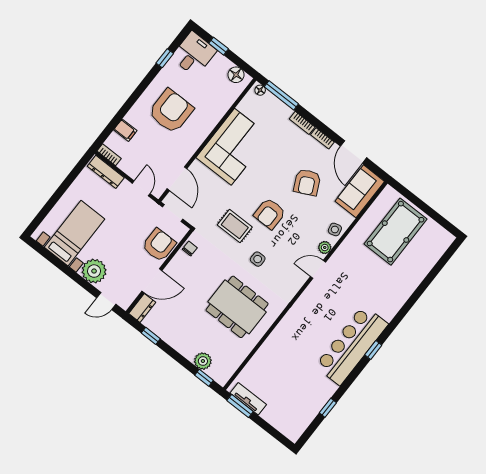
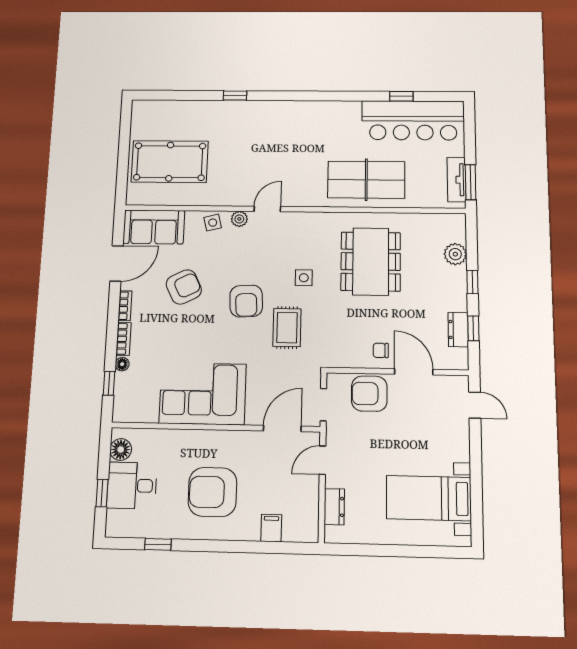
desk: (194, 54) -> (132, 486), moved
floor lamp: (260, 90) -> (122, 364), moved
window: (281, 95) -> (109, 383), width x0.46
bookcase: (109, 155) -> (312, 526), removed
dresser: (106, 172) -> (334, 507), width x0.70
armchair: (270, 214) -> (246, 301), turned 87
chair: (190, 249) -> (381, 350), moved
door: (318, 269) -> (267, 209), swing flipped
plant: (94, 271) -> (453, 444), removed
dresser: (142, 308) -> (458, 330), moved, turned -90
table tennis table: (290, 344) -> (366, 180), added
bar counter: (352, 345) -> (413, 120), moved
window: (373, 350) -> (235, 96), moved
window: (204, 378) -> (472, 282), moved

